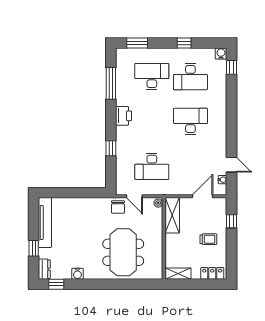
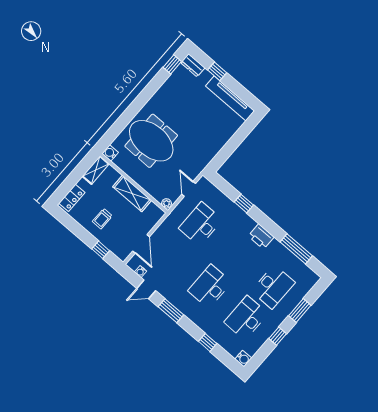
window: (137, 43) -> (300, 311), moved
window: (231, 67) -> (208, 342), moved
desk: (190, 121) -> (210, 287), turned 180
window: (231, 134) -> (171, 311), added
door: (134, 196) -> (189, 189), hinge flipped
chair: (118, 207) -> (191, 168), removed
shelving: (172, 215) -> (132, 193), moved
water cooler: (77, 274) -> (110, 153), moved

